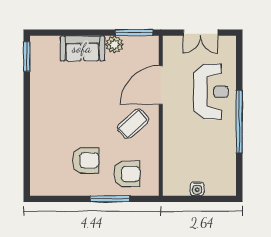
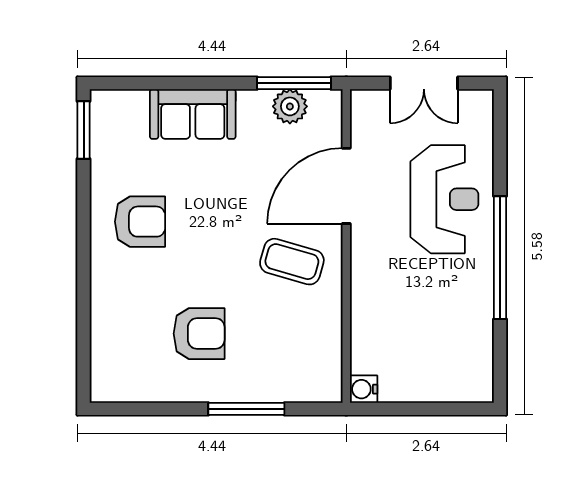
plant: (114, 44) -> (290, 106), moved
coffee table: (133, 124) -> (292, 262), turned 58
armchair: (127, 174) -> (140, 222), moved
water cooler: (197, 189) -> (364, 389), moved, turned 90

